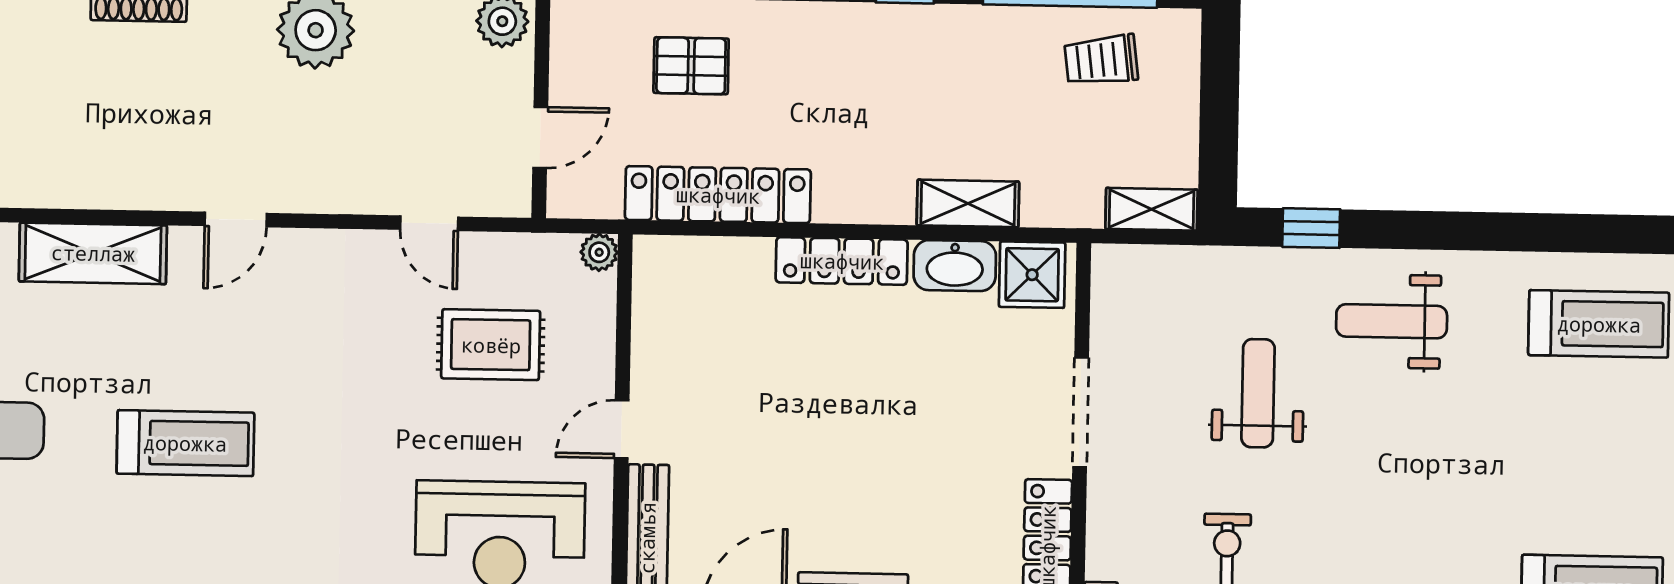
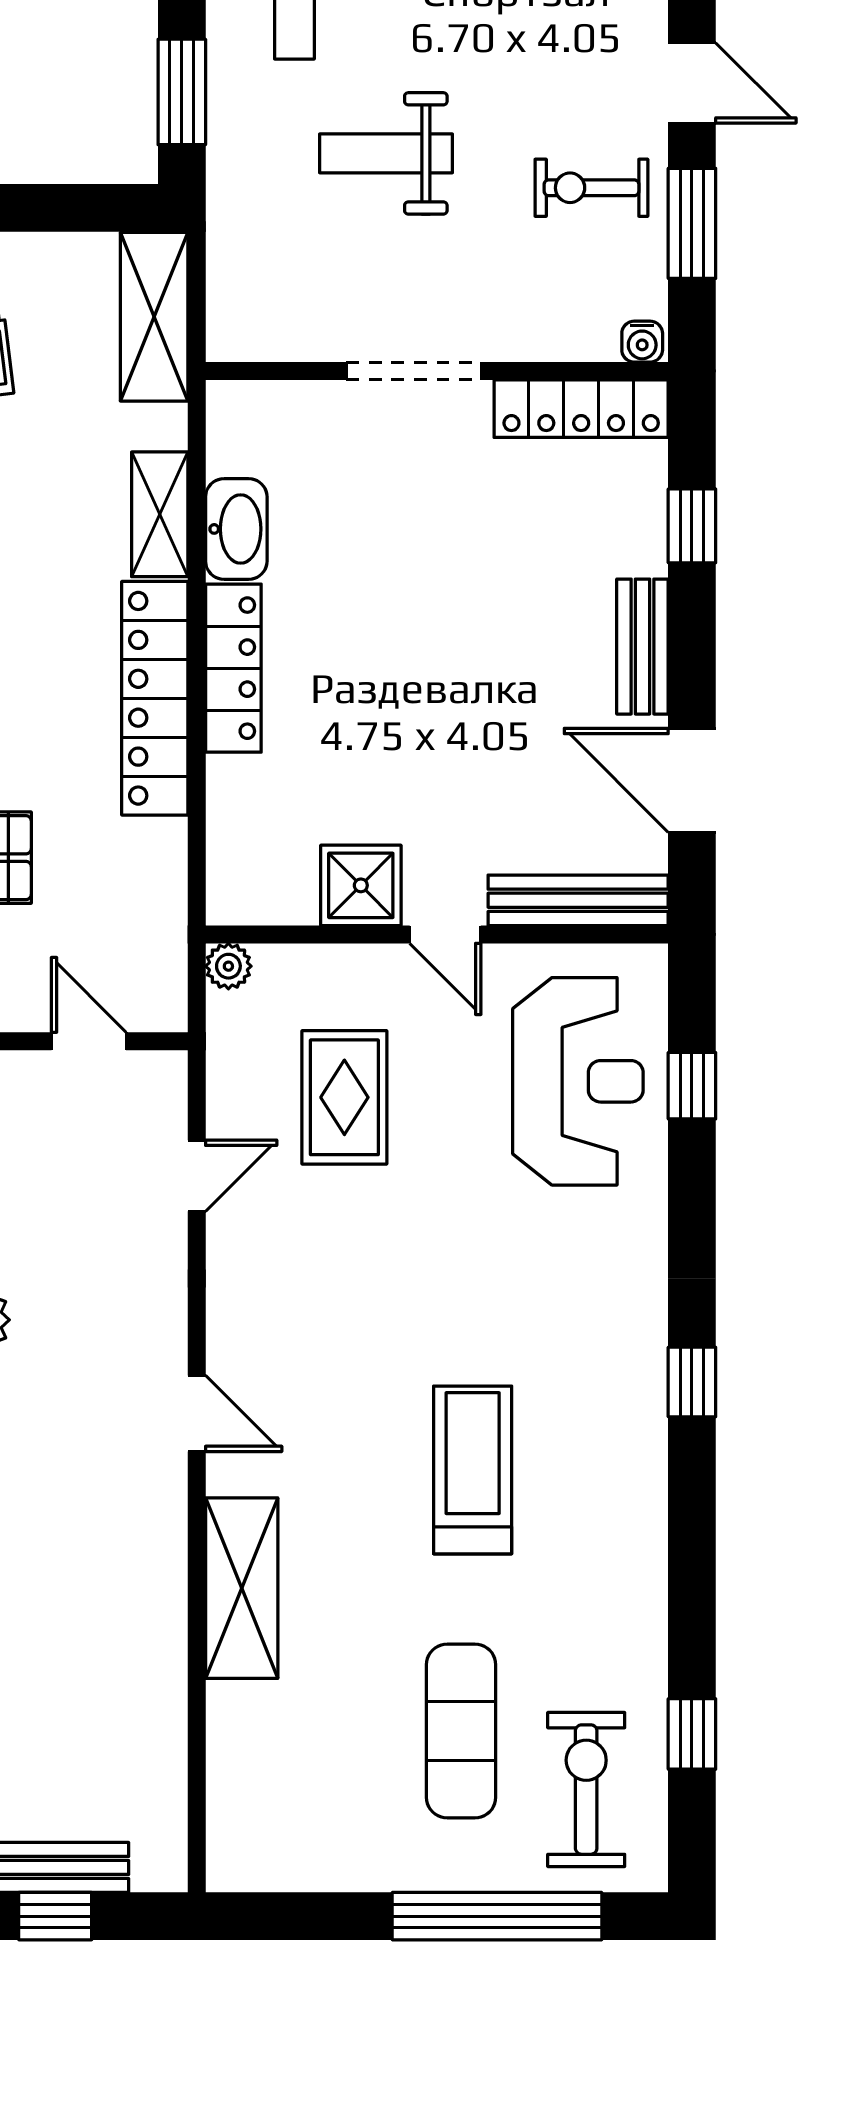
locker: (718, 195) -> (155, 698), moved
shelving: (1151, 209) -> (154, 317), width x1.50, depth x1.33
window: (1311, 228) -> (182, 92), width x1.50
shower: (1032, 275) -> (361, 885), moved

